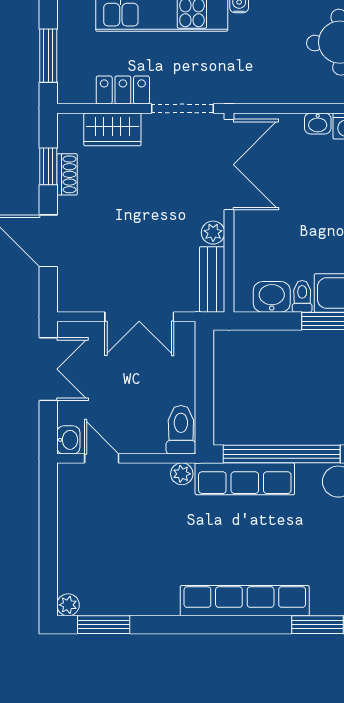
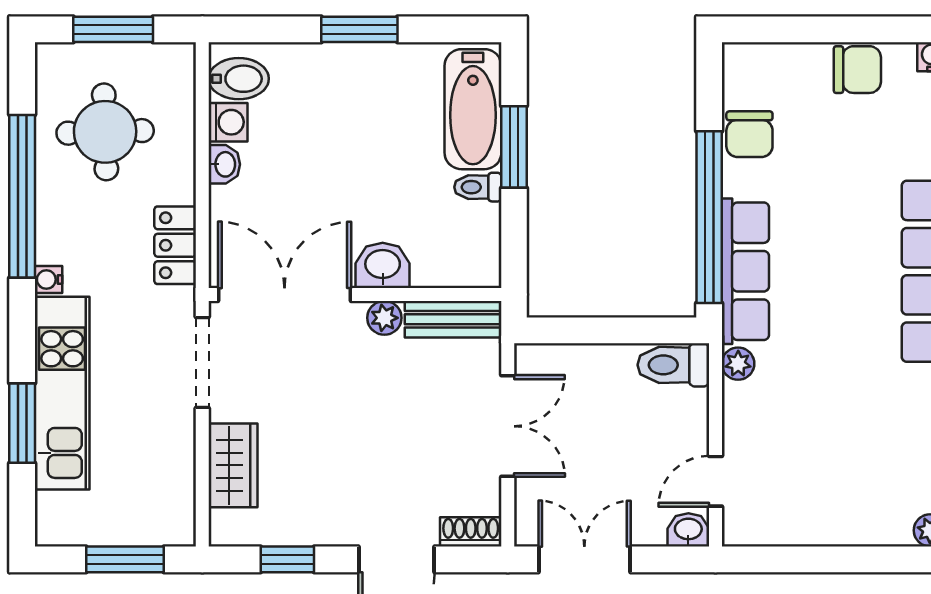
locker: (123, 90) -> (175, 245), moved
shoe rack: (67, 174) -> (471, 532), moved
washbasin: (272, 297) -> (383, 265), moved, turned 90

